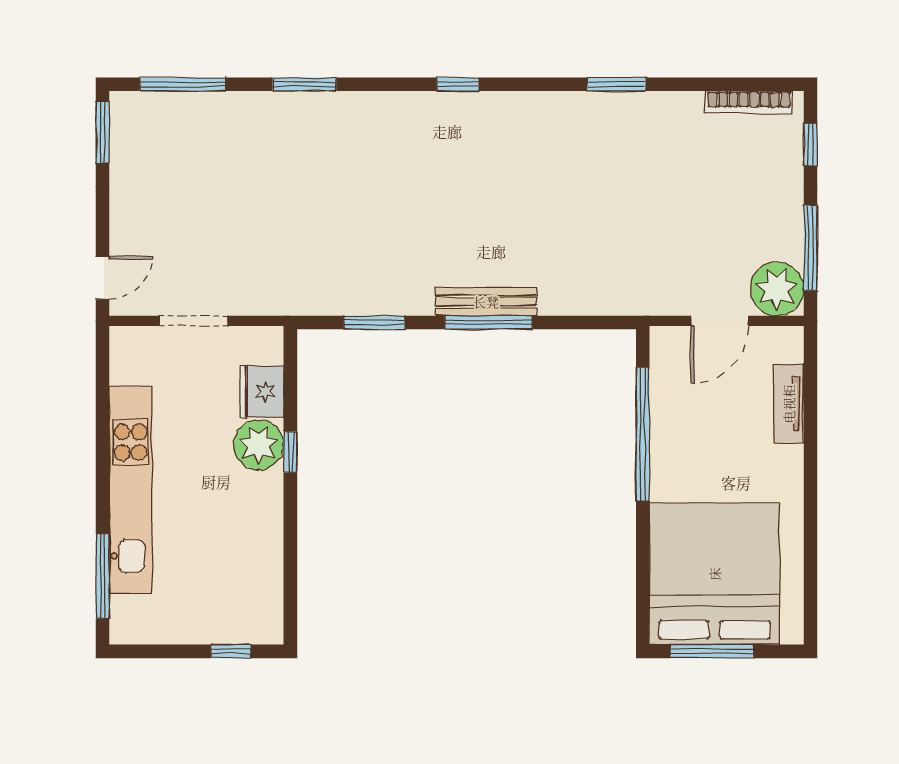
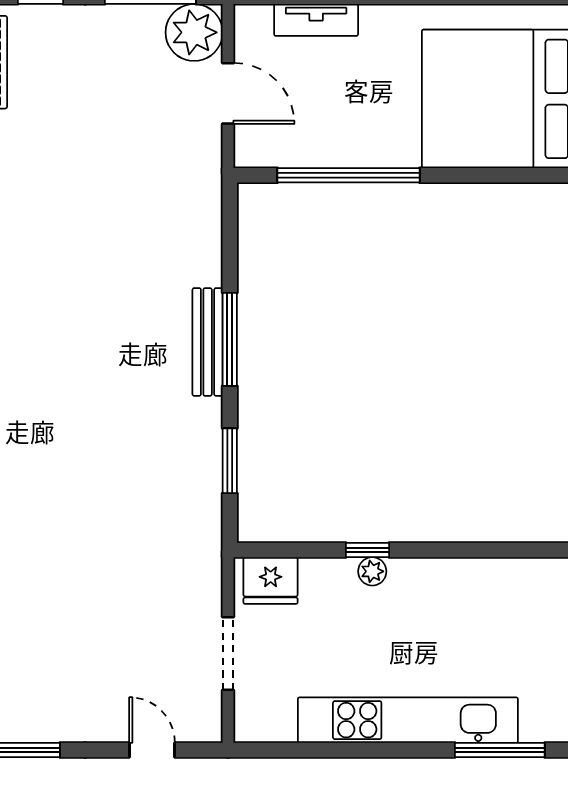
door: (103, 278) -> (152, 750), moved
fridge: (262, 392) -> (271, 581), moved
plant: (259, 445) -> (372, 571), width x0.53, depth x0.53

